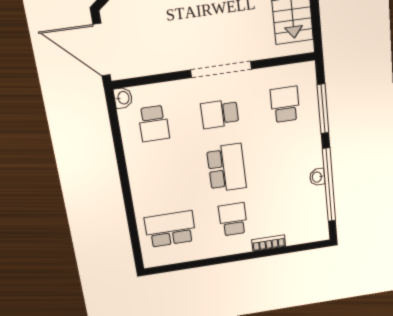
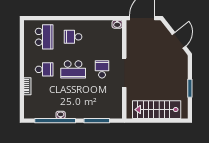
school desk: (285, 104) -> (102, 102), removed
school desk: (154, 124) -> (73, 37), moved

